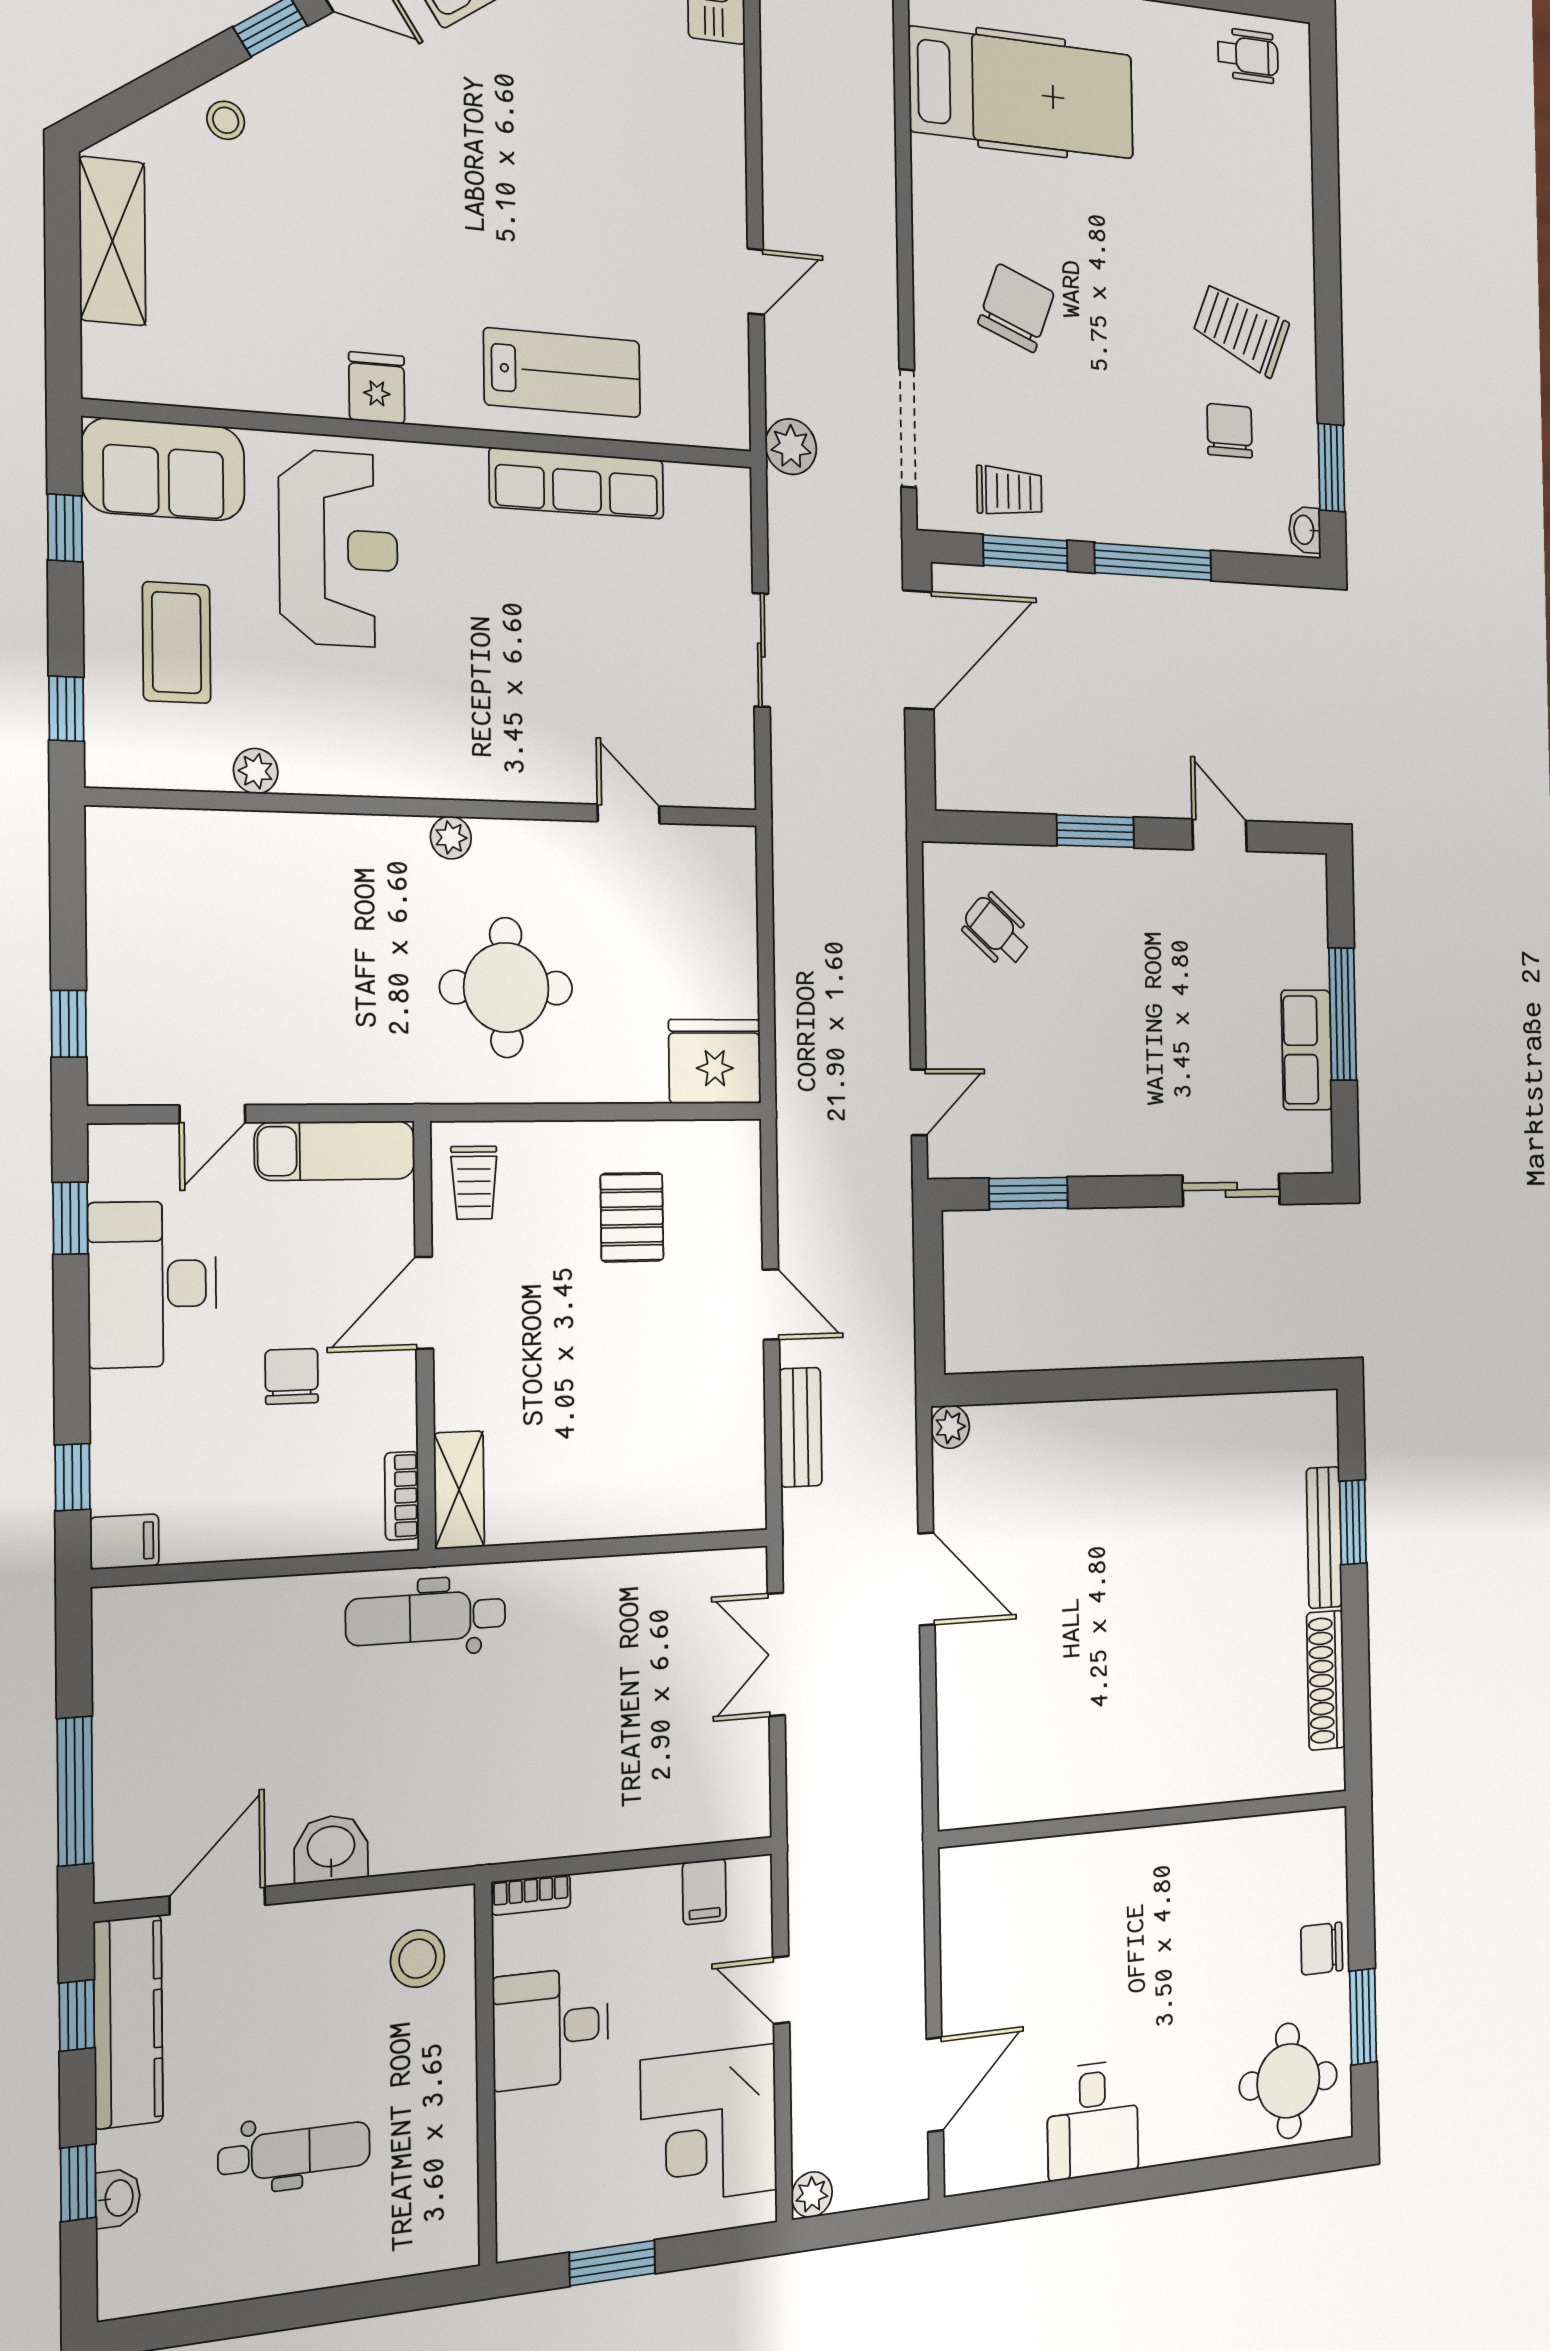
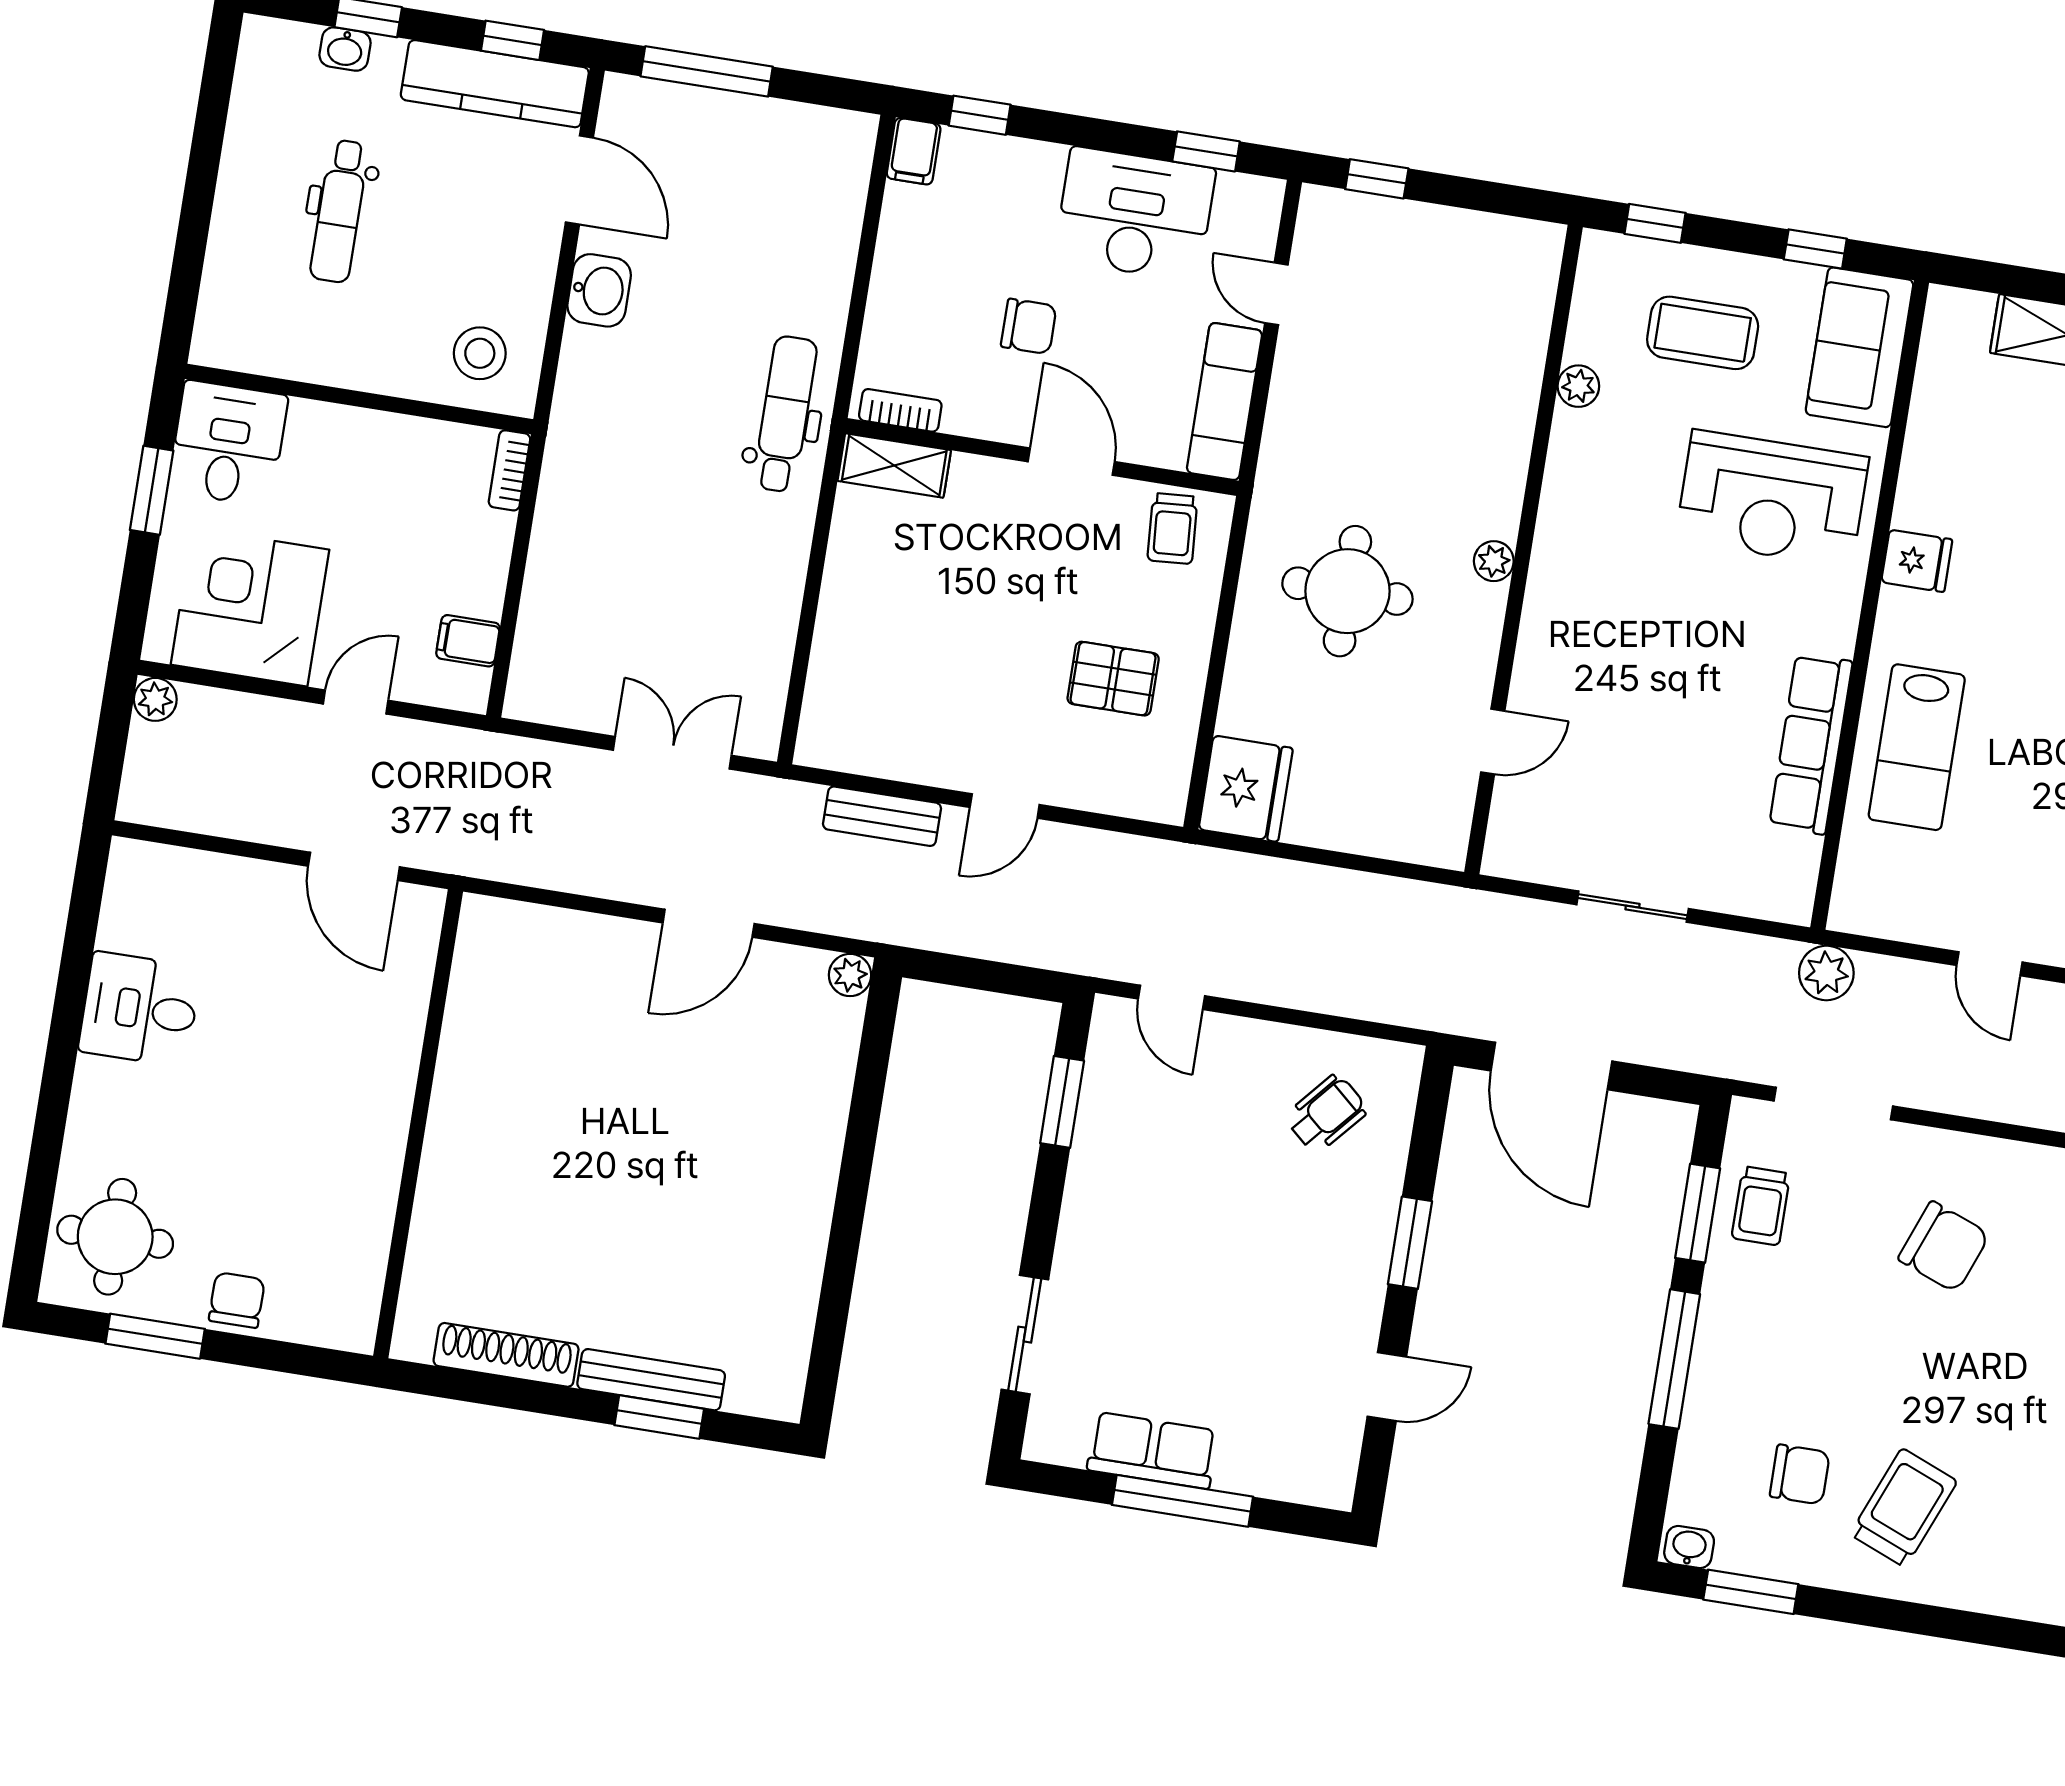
door: (918, 650) -> (1551, 1066), moved
trolley: (474, 1183) -> (1173, 529), turned -94
desk: (551, 2028) -> (228, 443), moved
door: (935, 2085) -> (354, 866), moved

